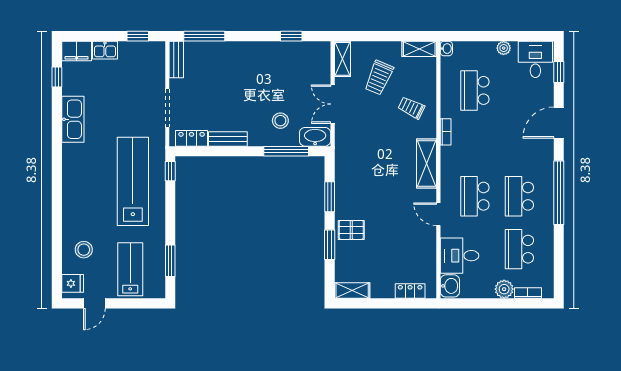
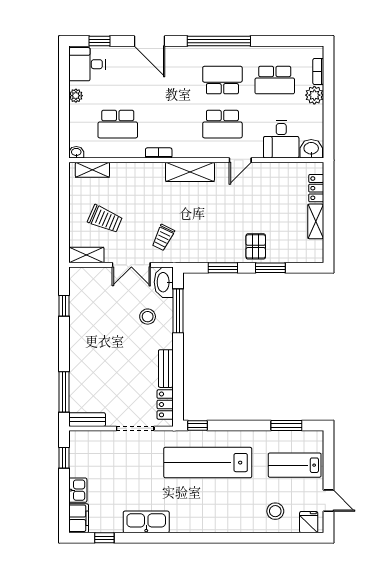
shelving: (419, 49) -> (92, 170), moved, turned 90
trolley: (411, 108) -> (163, 238), moved
school desk: (519, 196) -> (222, 80), turned 180
shelving: (352, 290) -> (316, 221), moved

